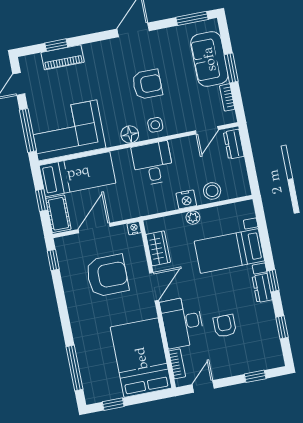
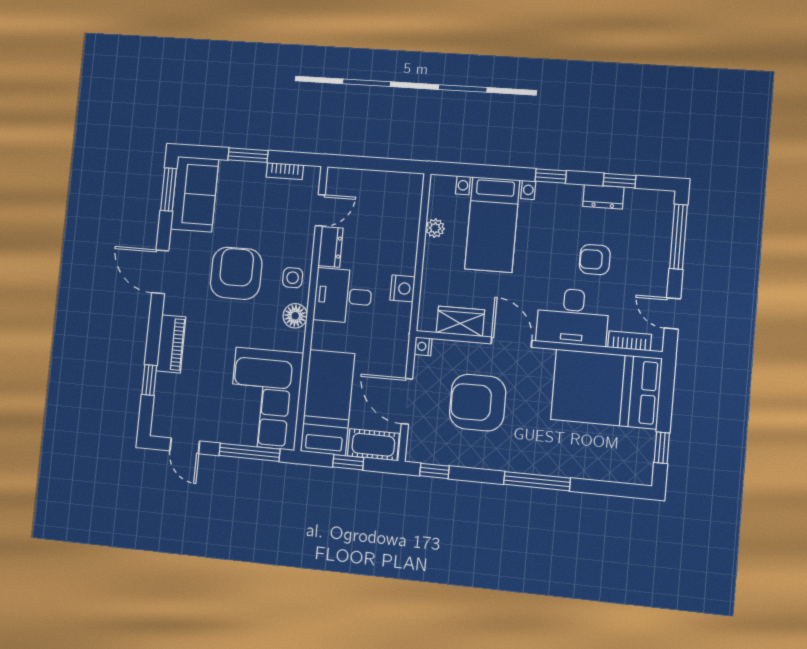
piano: (63, 57) -> (171, 344), moved
sofa: (209, 59) -> (195, 194), moved, turned -90
armchair: (147, 84) -> (236, 273), width x1.36, depth x1.36
door: (207, 130) -> (320, 210), hinge flipped
dresser: (234, 144) -> (331, 247), moved, turned -90
stool: (212, 191) -> (403, 226), removed
nightstand: (186, 199) -> (403, 288), moved
plant: (193, 218) -> (435, 228), moved
armchair: (107, 276) -> (478, 403), turned -90
dresser: (262, 288) -> (603, 197), moved
window: (75, 368) -> (537, 481), moved
window: (255, 376) -> (678, 237), width x2.17

